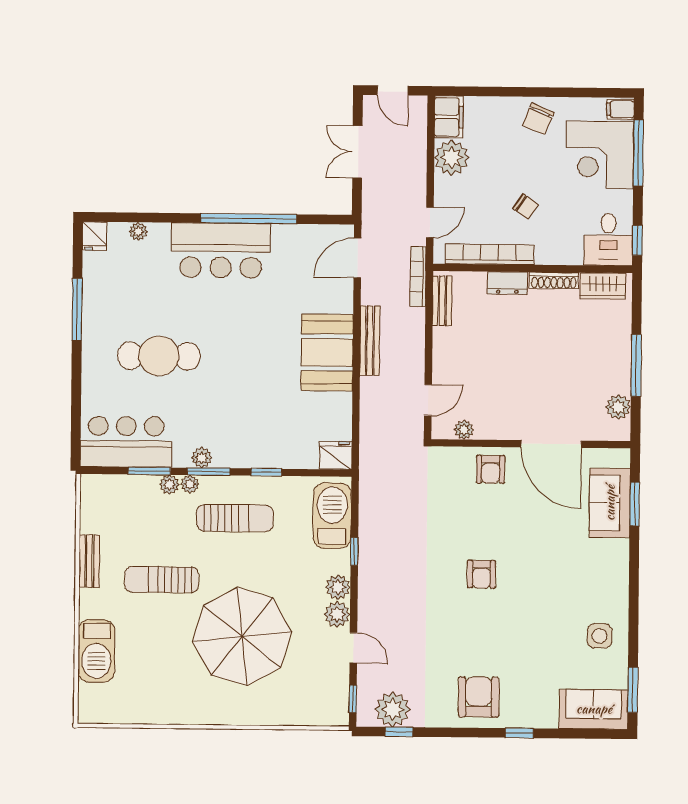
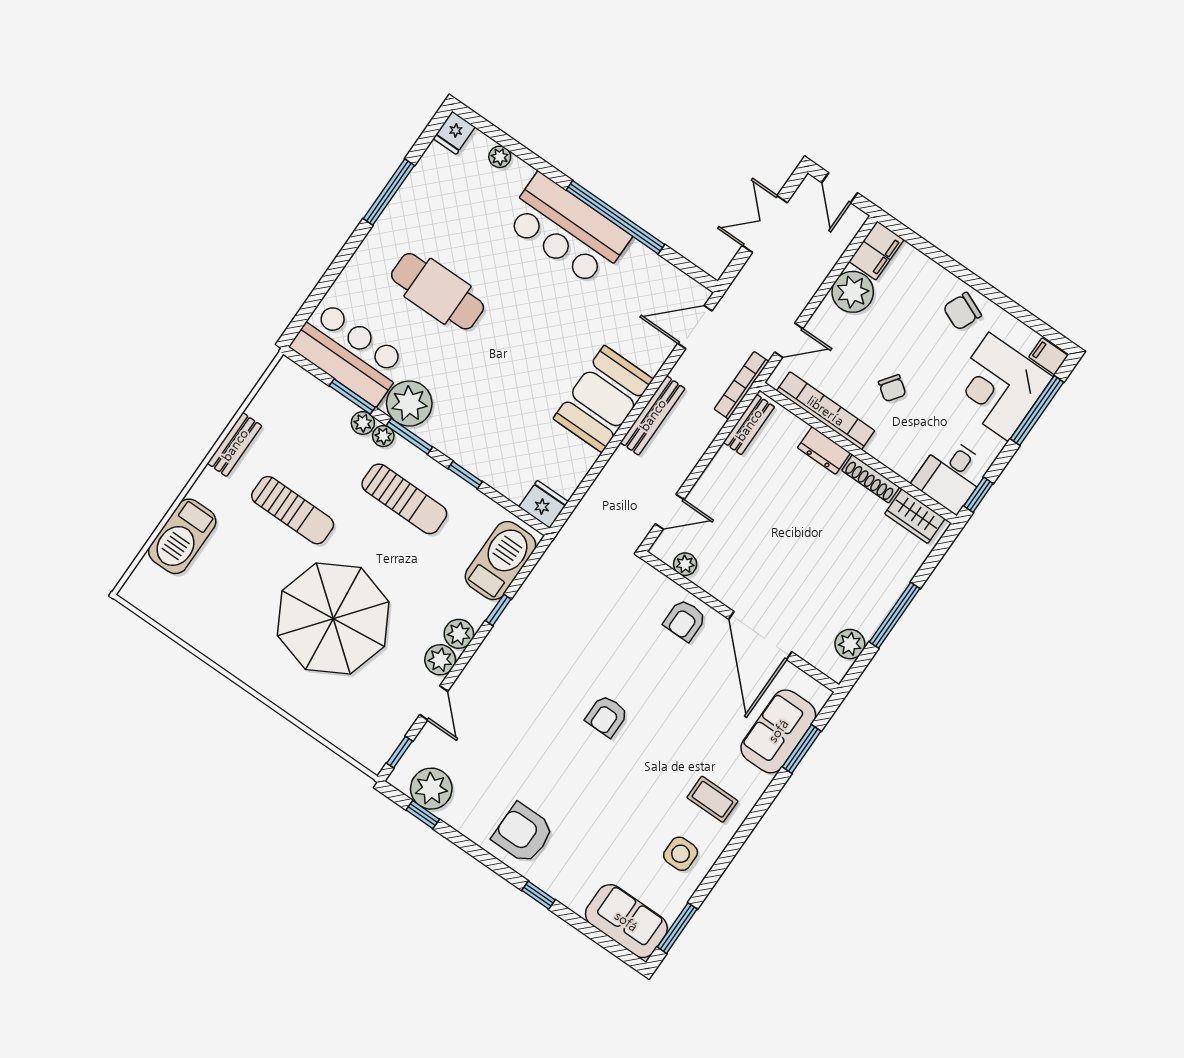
plant: (202, 458) -> (409, 404), width x1.87, depth x1.87
sun lounger: (162, 580) -> (293, 510), turned 180
coffee table: (596, 582) -> (712, 799), added
armchair: (479, 697) -> (523, 833), turned -90

